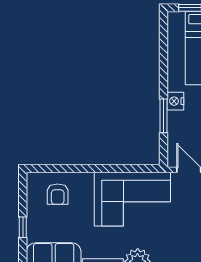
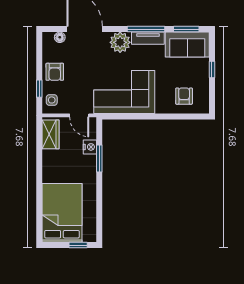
nightstand: (175, 101) -> (90, 147), moved

